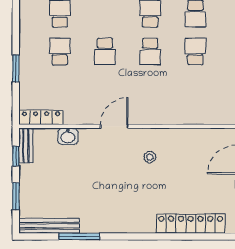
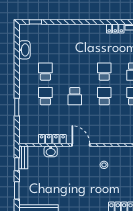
school desk: (150, 51) -> (104, 96), turned 180
locker: (41, 117) -> (52, 139), moved
door: (114, 126) -> (81, 145), hinge flipped

